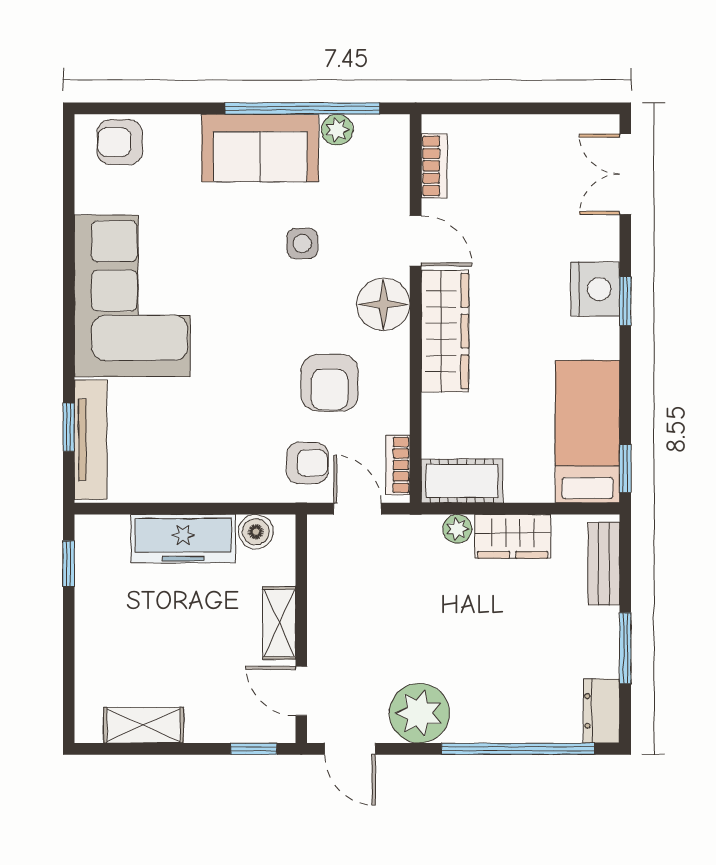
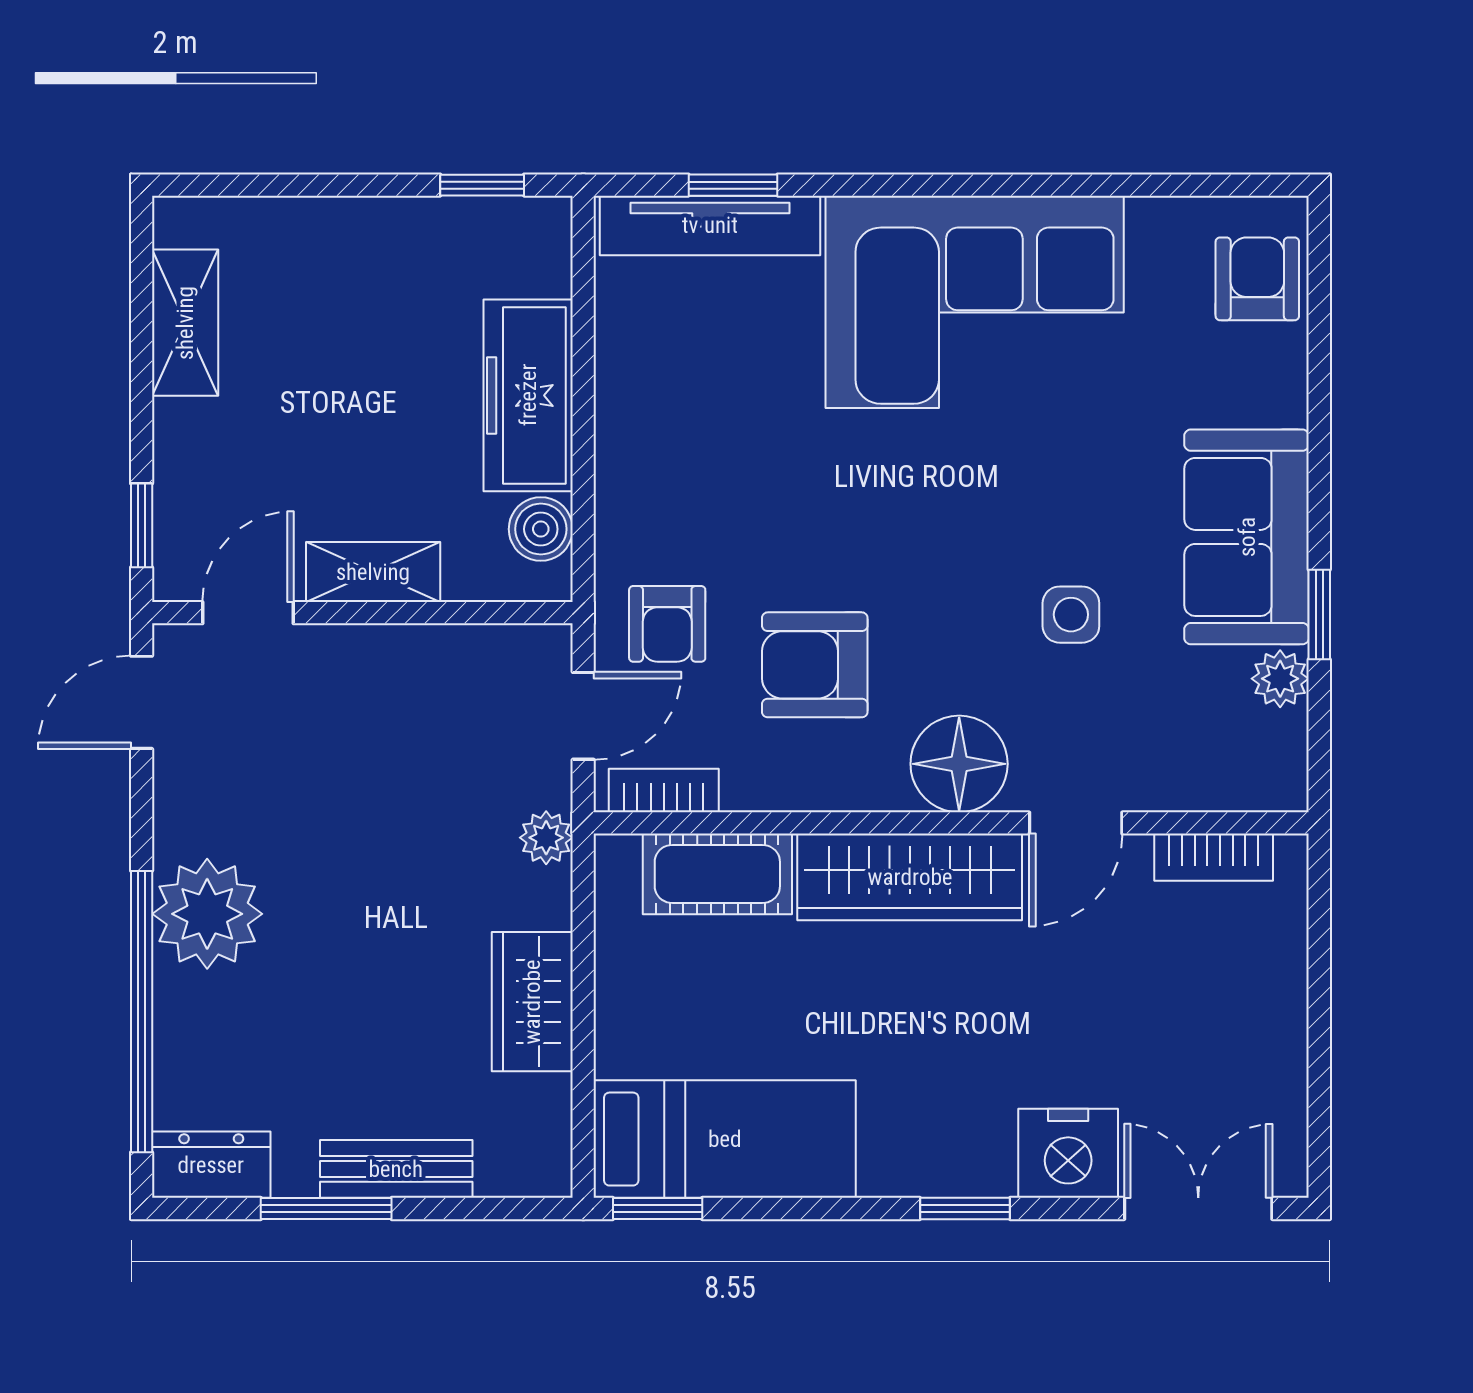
window: (302, 108) -> (1319, 615), width x0.32
nightstand: (595, 289) -> (1068, 1153), moved
cot: (462, 481) -> (717, 874), moved, turned 90
plant: (457, 529) -> (546, 838), moved
bench: (604, 564) -> (396, 1169), moved
plant: (419, 713) -> (207, 914), moved

